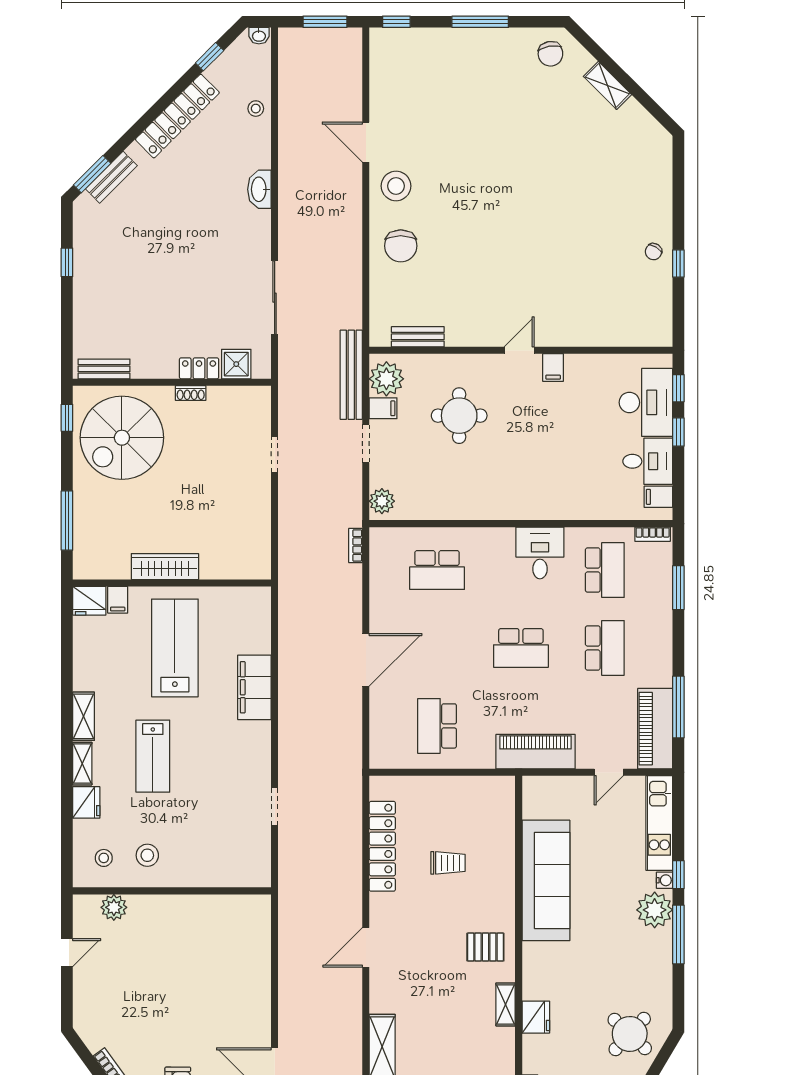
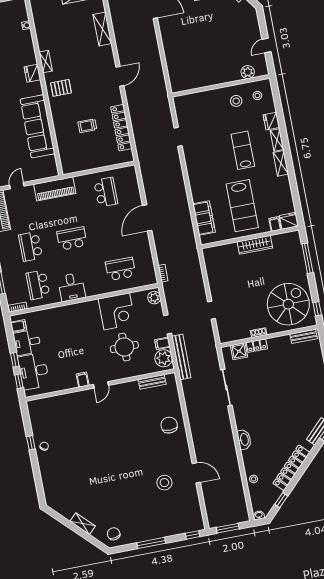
stool: (396, 186) -> (164, 483), moved
corner desk: (460, 488) -> (117, 311), added
filing cabinet: (254, 687) -> (204, 218), moved
fridge: (536, 1017) -> (32, 73), moved

